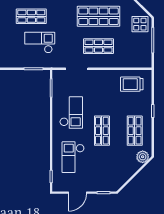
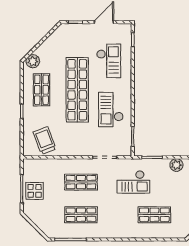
shop shelf: (98, 16) -> (81, 215), width x0.70, depth x0.74
display table: (140, 24) -> (35, 191), moved
checkout: (40, 42) -> (133, 182), moved
plant: (11, 62) -> (176, 165), added
trolley: (132, 84) -> (45, 141), turned -111
shop shelf: (102, 131) -> (77, 90), width x2.00, depth x1.36

